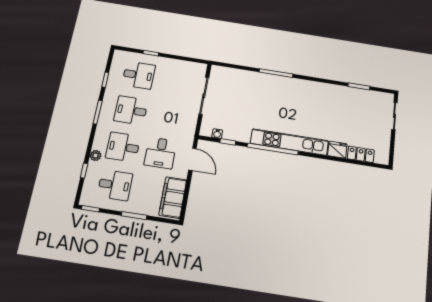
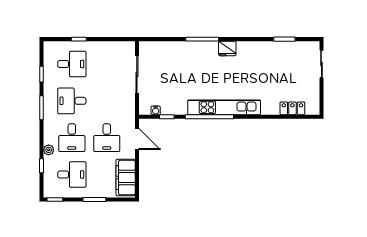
desk: (123, 147) -> (72, 138), turned -90
fridge: (337, 150) -> (227, 48), moved, turned 180

